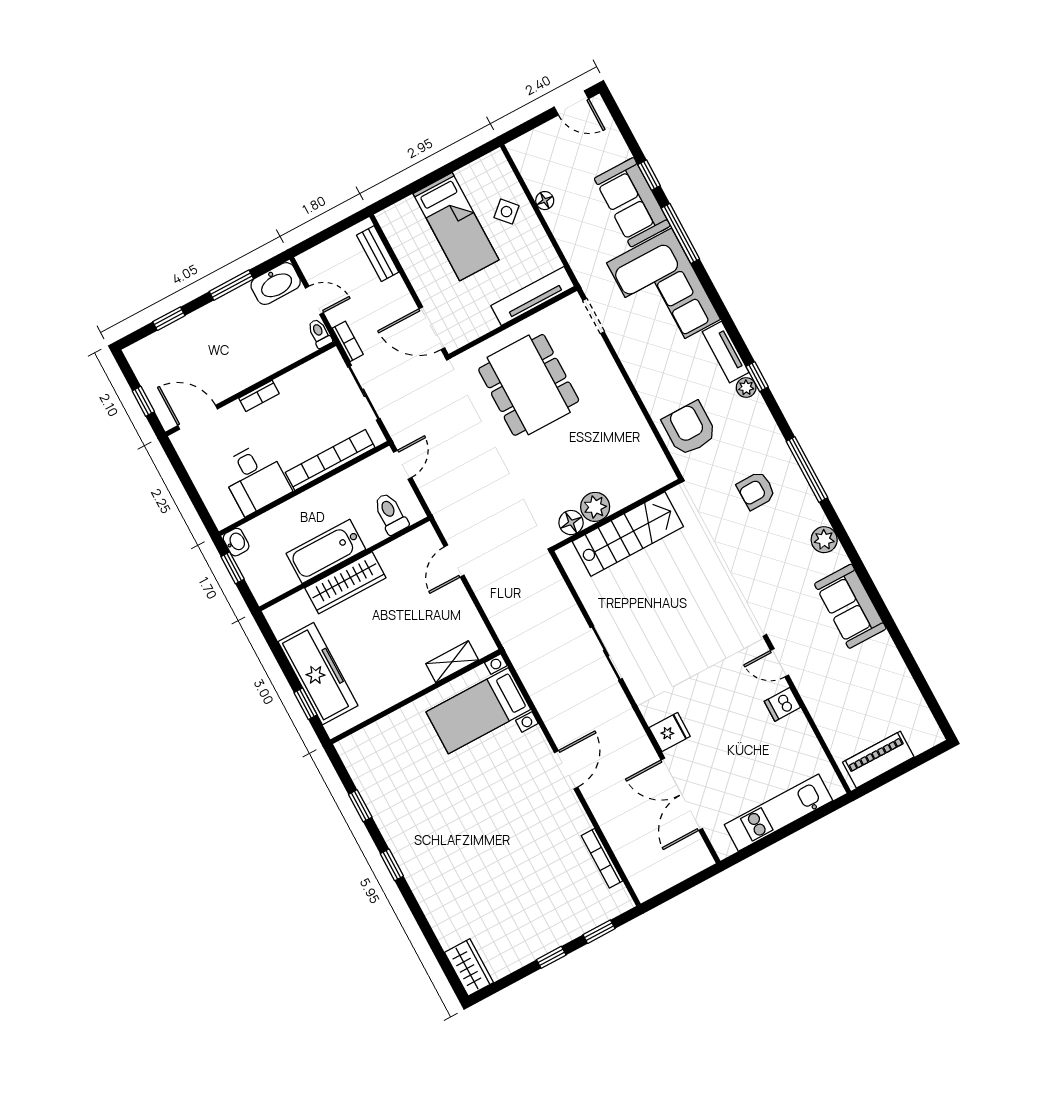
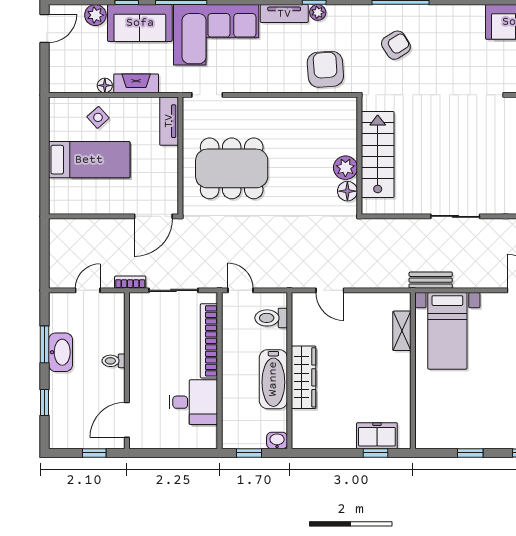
fireplace: (565, 233) -> (136, 83), added
bench: (378, 254) -> (431, 280), moved
washbasin: (276, 284) -> (61, 352), moved
tv unit: (533, 296) -> (169, 121), width x0.71
toilet: (320, 333) -> (113, 361), moved
bookcase: (259, 396) -> (135, 367), removed
armchair: (689, 429) -> (325, 69), turned 86
armchair: (756, 491) -> (396, 45), turned -121
plant: (824, 540) -> (95, 15), moved
washbasin: (236, 542) -> (277, 441), moved
freezer: (318, 674) -> (377, 436), width x0.52, depth x0.79

